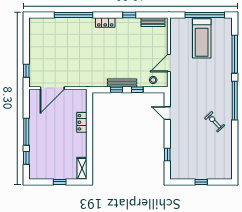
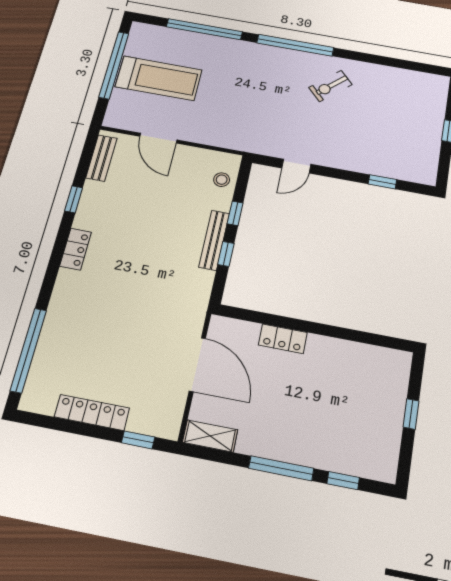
window: (74, 15) -> (28, 350), moved
locker: (34, 49) -> (92, 412), added
door: (169, 63) -> (158, 138), moved
door: (52, 88) -> (197, 365), moved
shelving: (82, 169) -> (210, 436), moved

